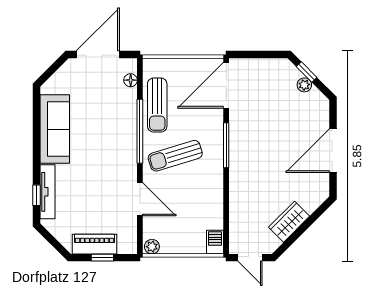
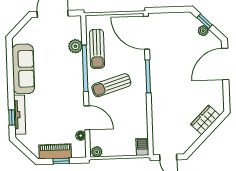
floor lamp: (131, 80) -> (81, 136), moved
door: (226, 85) -> (146, 33), hinge flipped
plant: (128, 100) -> (75, 46), added
door: (333, 151) -> (225, 64), moved
wardrobe: (289, 222) -> (205, 120), moved

